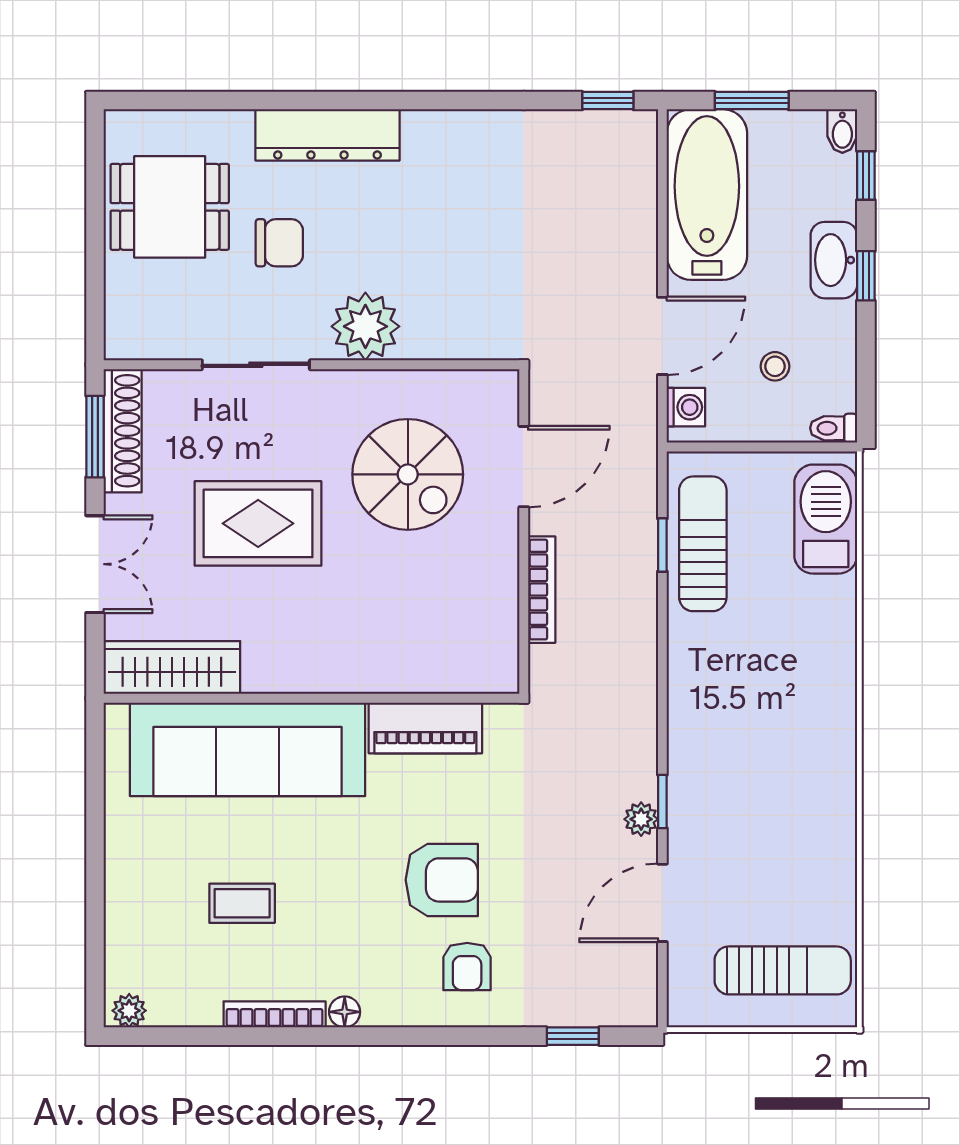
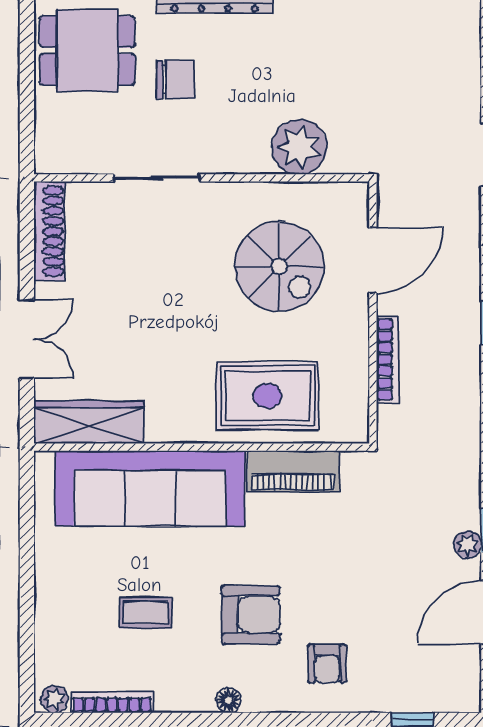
plant: (365, 326) -> (299, 147), moved
window: (95, 437) -> (27, 236), removed
rug: (258, 523) -> (268, 396), moved
armchair: (442, 880) -> (251, 615), moved
bookcase: (275, 1014) -> (112, 702), moved

